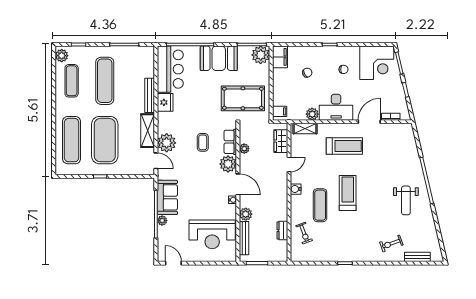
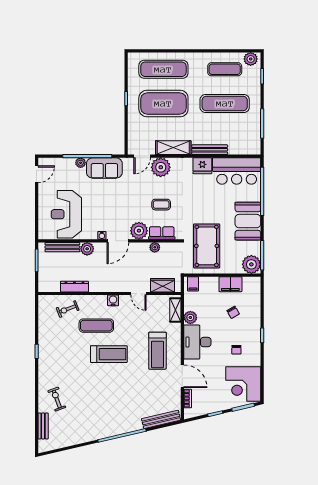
filing cabinet: (280, 57) -> (230, 284), moved
bench: (411, 142) -> (161, 419), added
weight bench: (406, 200) -> (101, 414), removed
dresser: (282, 231) -> (74, 287), width x1.44

